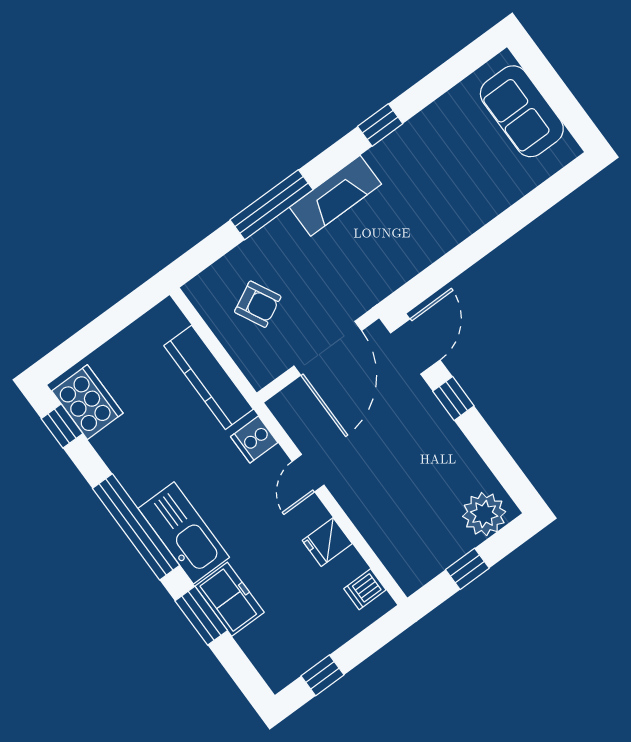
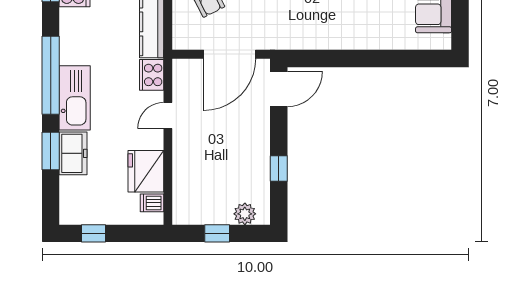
window: (453, 398) -> (279, 169), moved
cooker: (254, 440) -> (152, 75), width x1.36
plant: (484, 514) -> (245, 214), width x0.73, depth x0.73
fridge: (327, 542) -> (146, 171), width x1.88, depth x1.34

